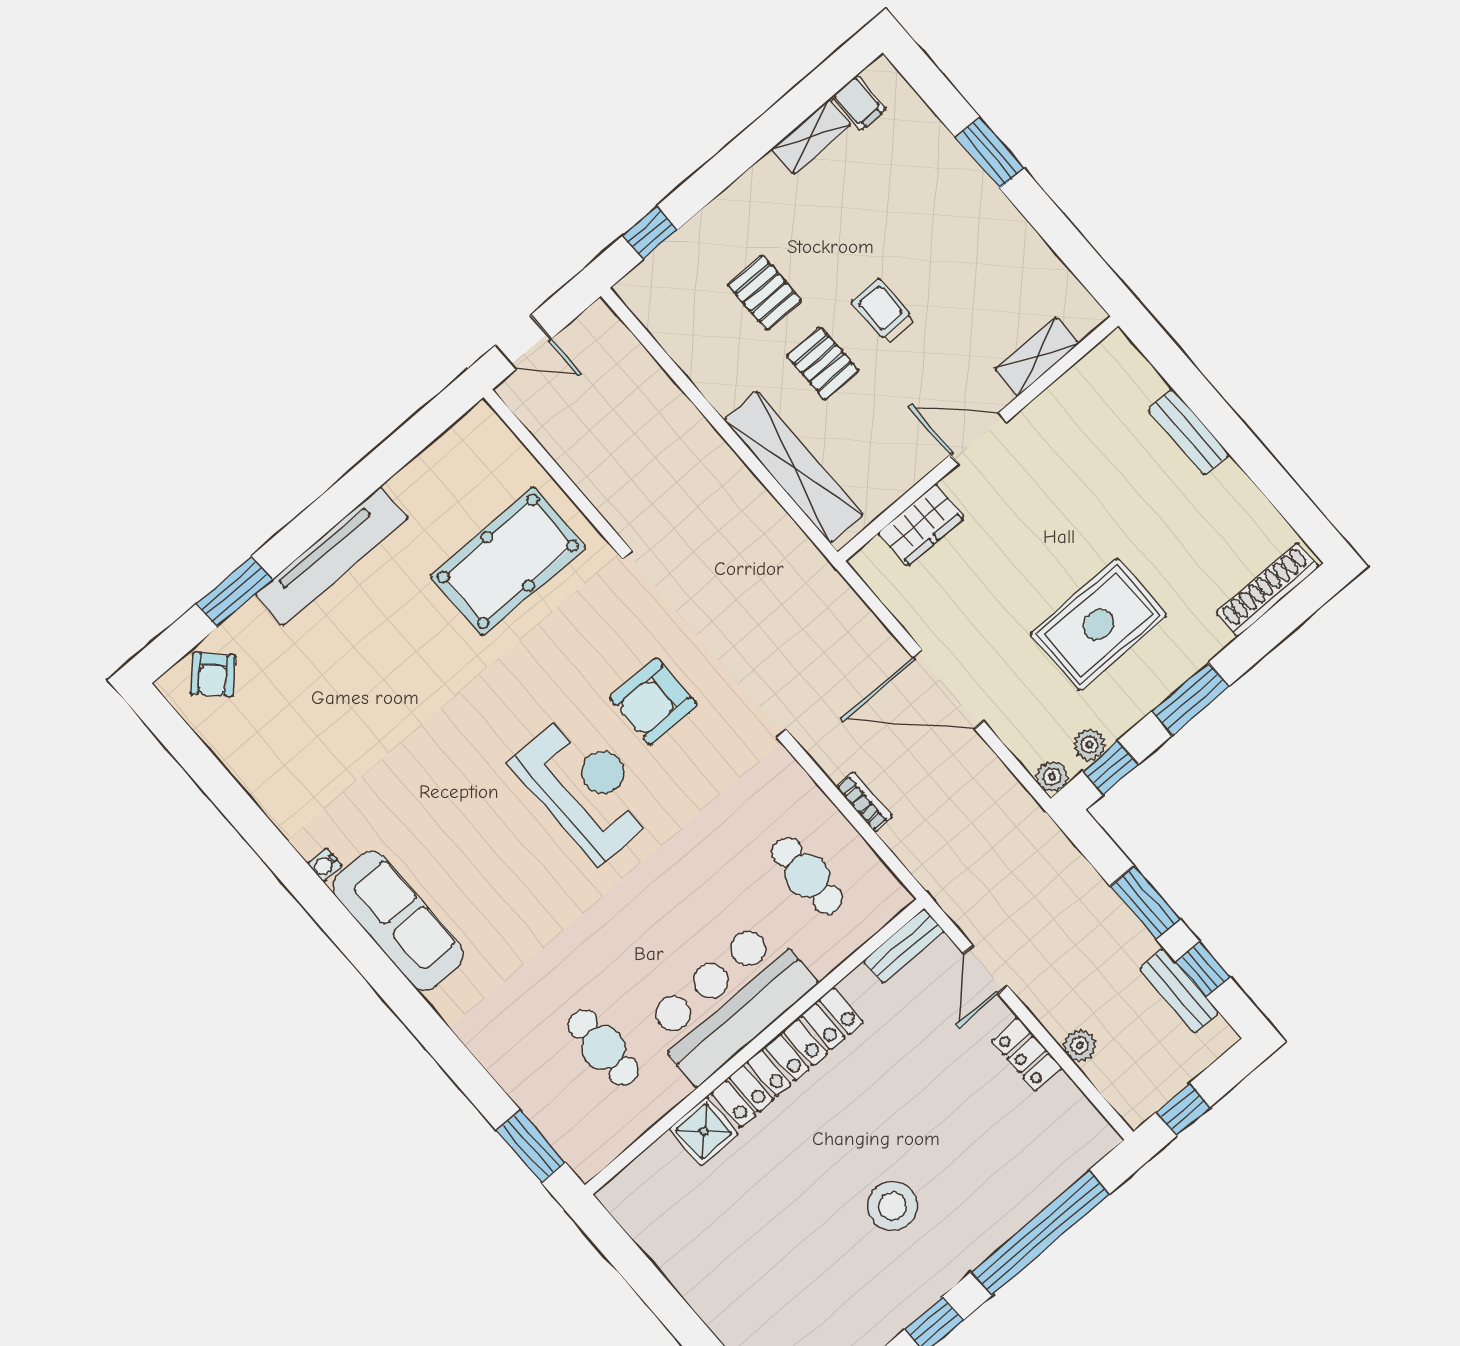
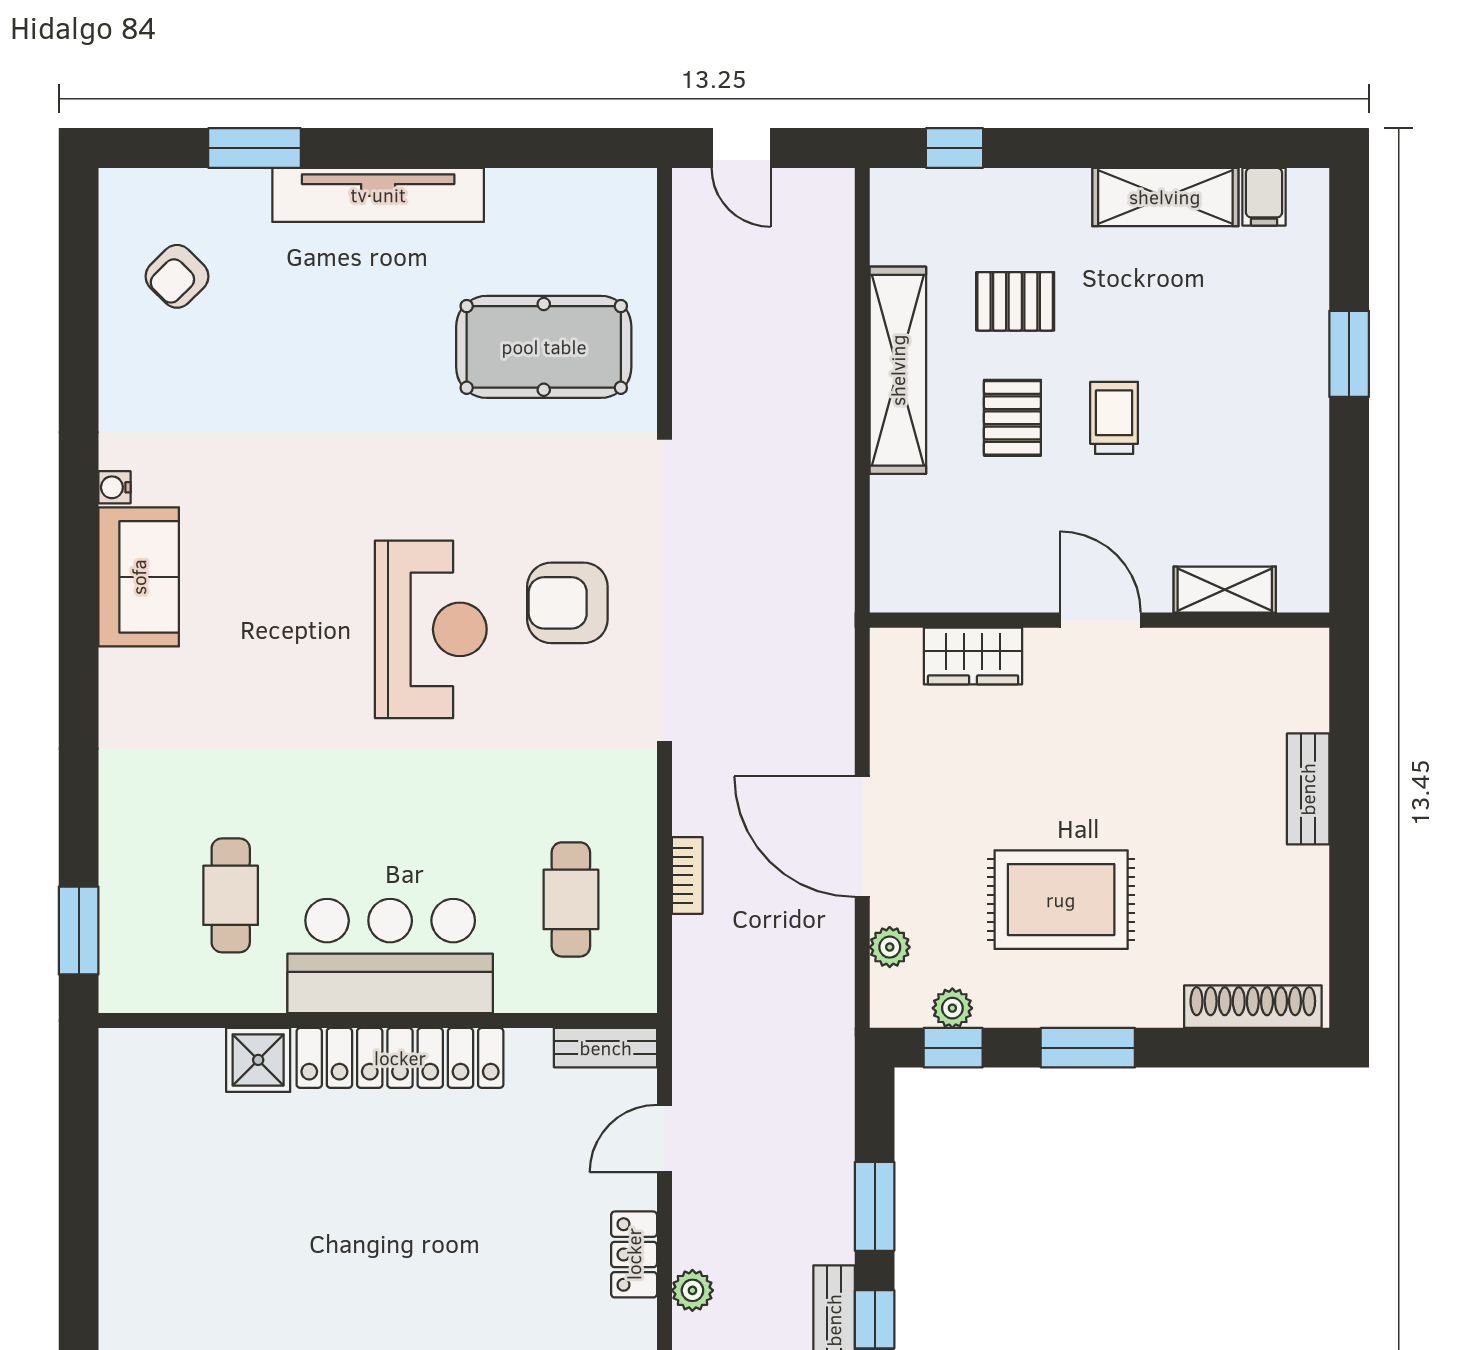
shelving: (811, 137) -> (1165, 197), width x1.50, depth x1.33
pallet: (765, 293) -> (1015, 301), turned 90
shelving: (793, 467) -> (898, 370), moved
armchair: (213, 674) -> (177, 276), moved
plant: (1052, 777) -> (890, 947), moved
sofa: (398, 921) -> (139, 577), width x0.73
stool: (893, 1206) -> (378, 1289), removed

